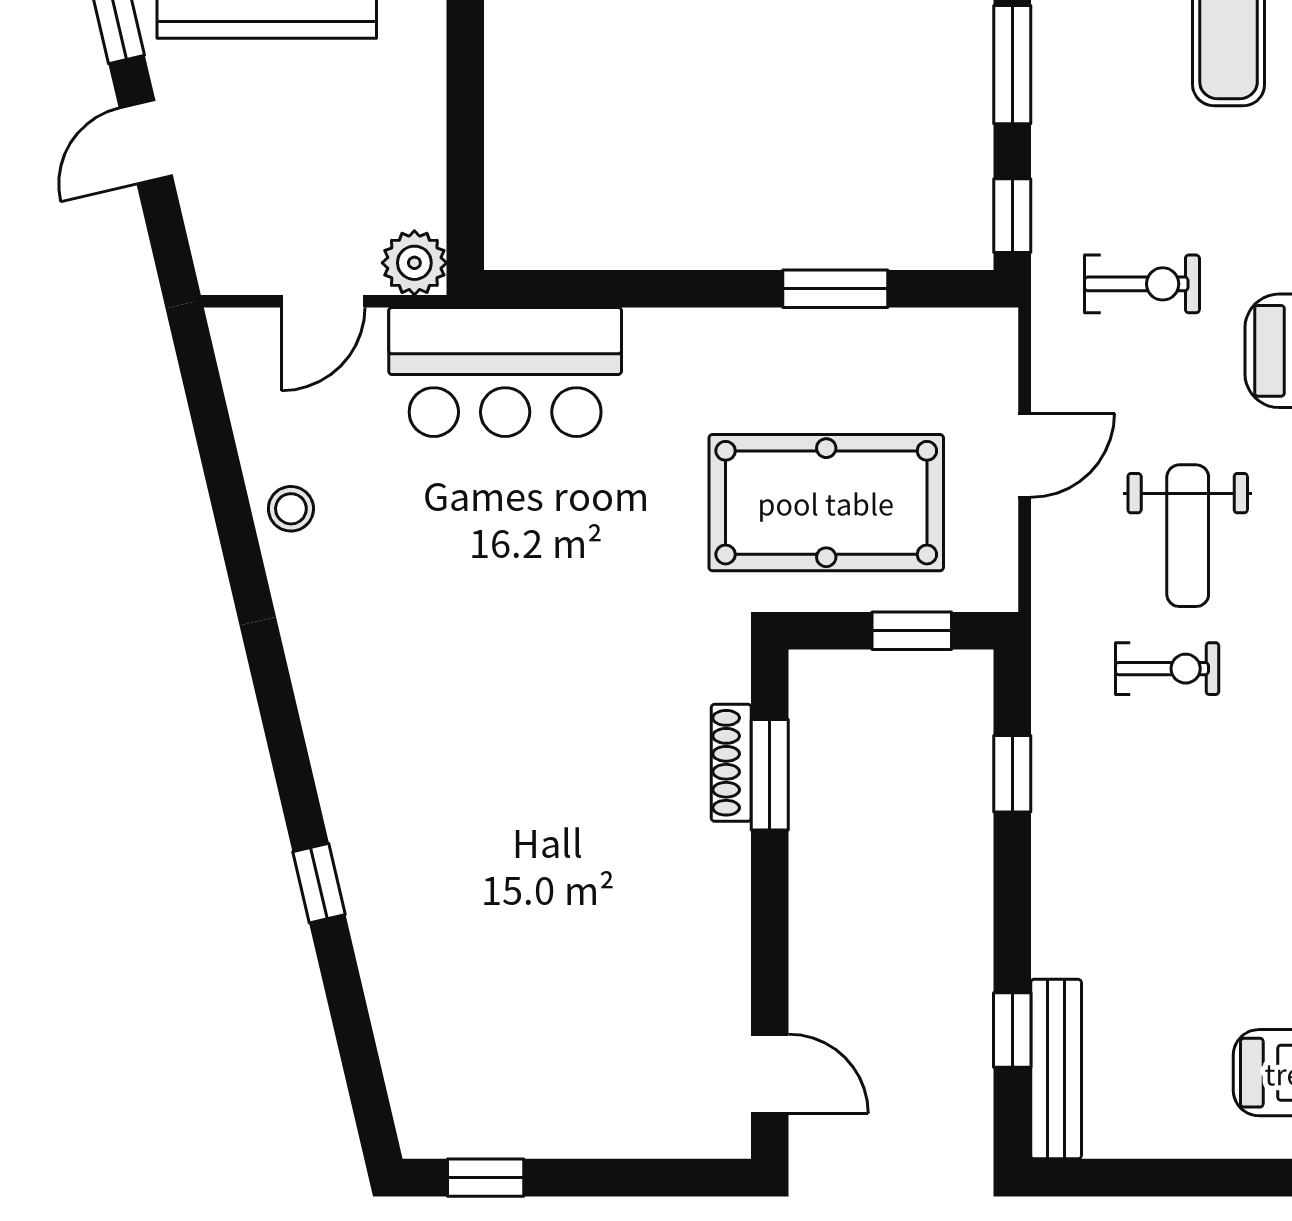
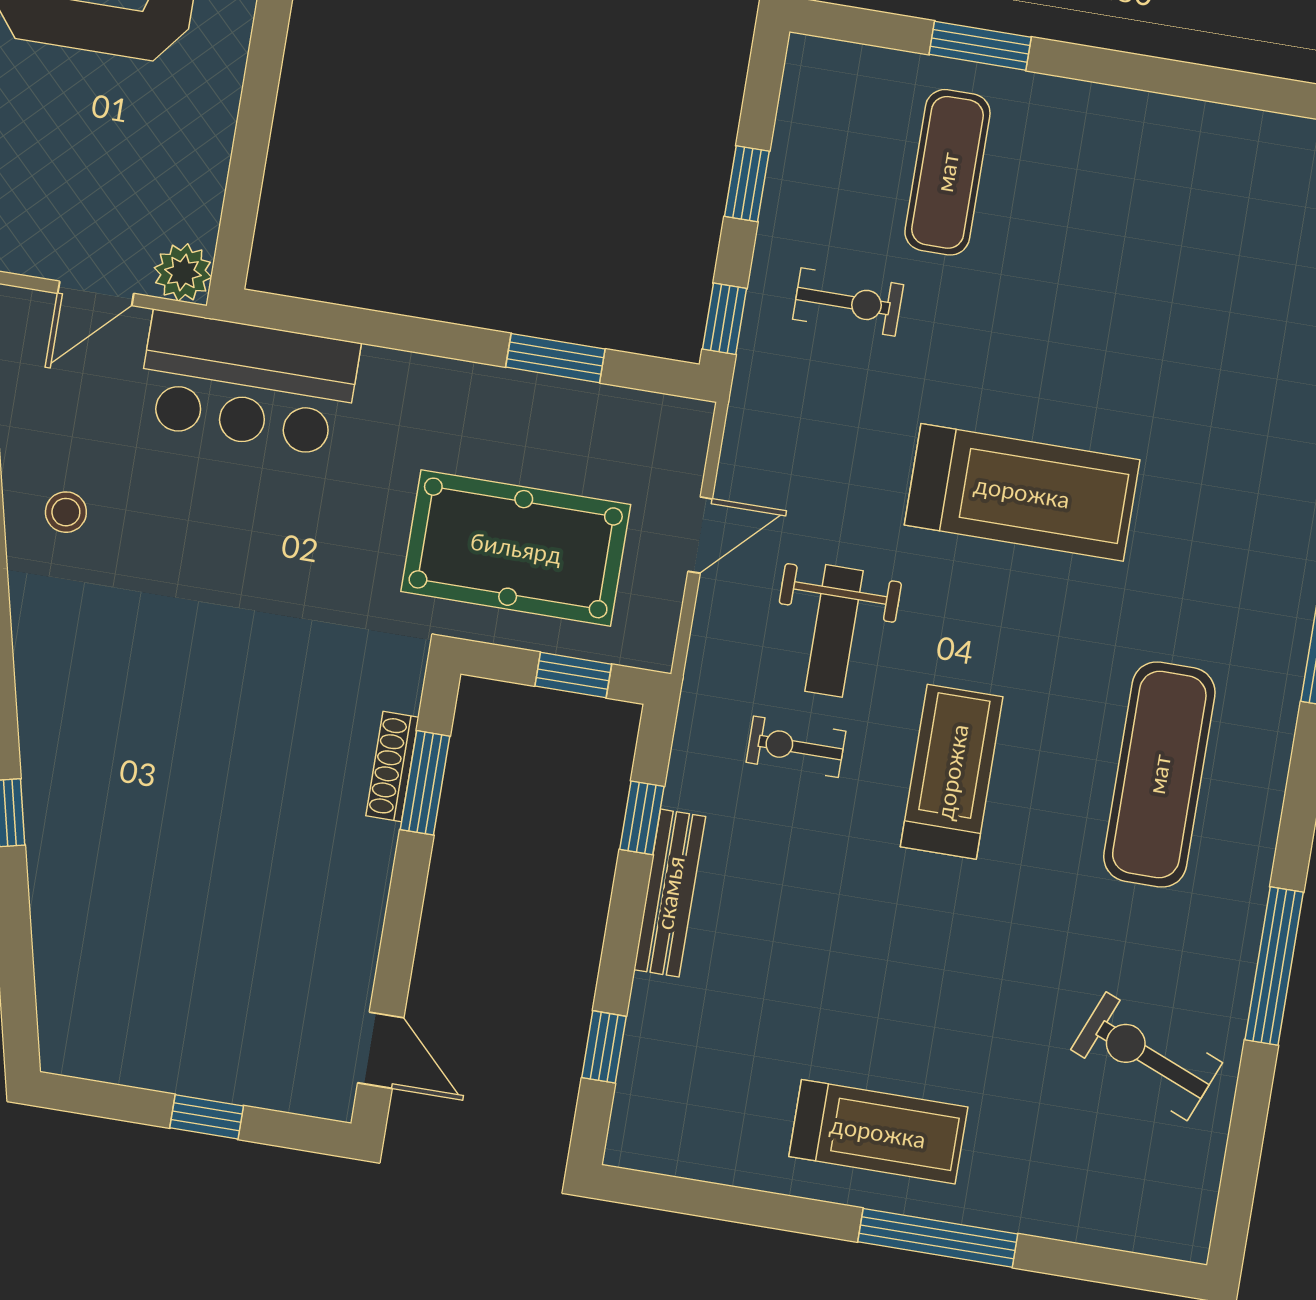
window: (1012, 65) -> (747, 184), width x0.67
exercise bike: (1142, 284) -> (848, 302), moved
stool: (291, 509) -> (66, 512), moved
exercise bike: (1167, 669) -> (796, 747), turned 180
bench: (1056, 1069) -> (670, 893), moved
window: (486, 1178) -> (207, 1117), moved

